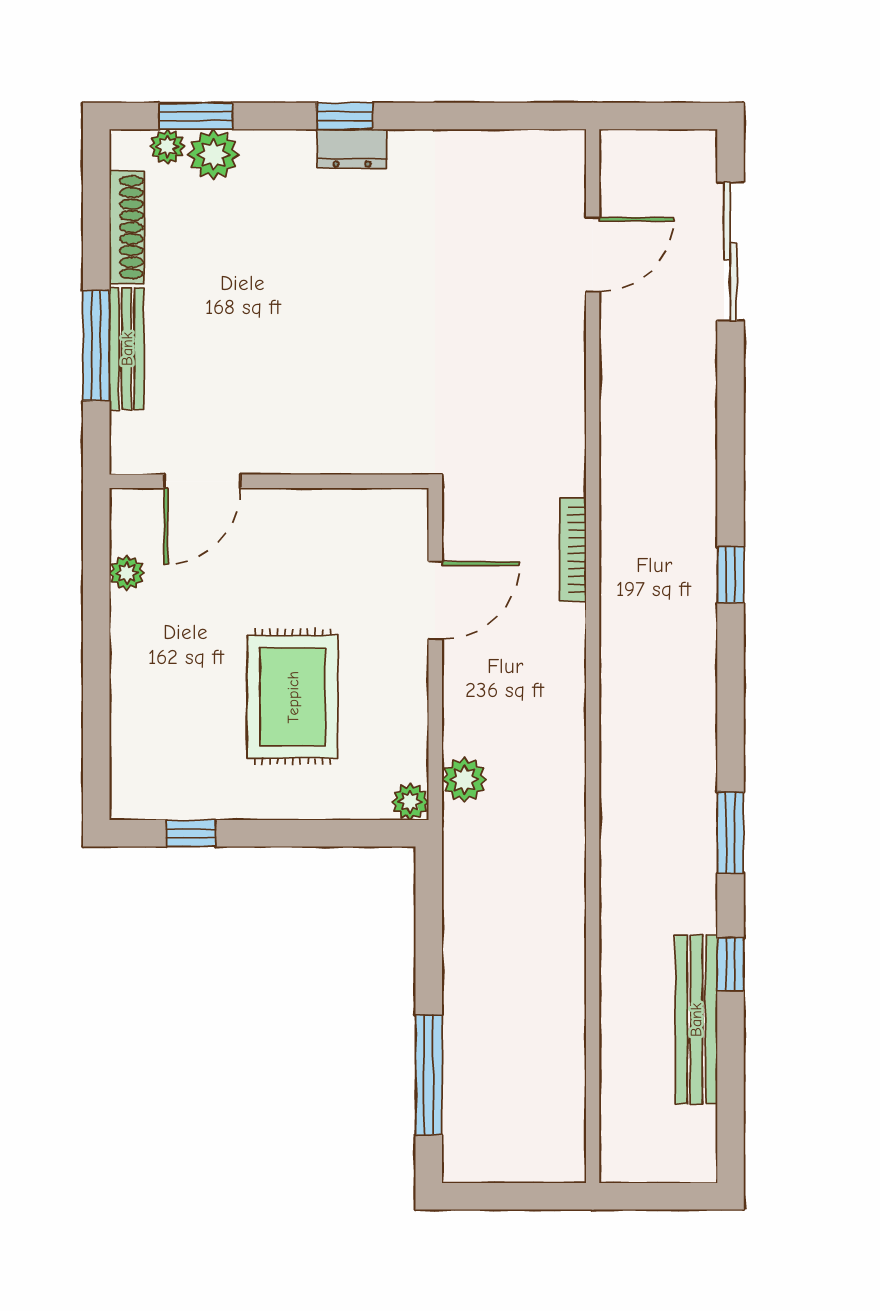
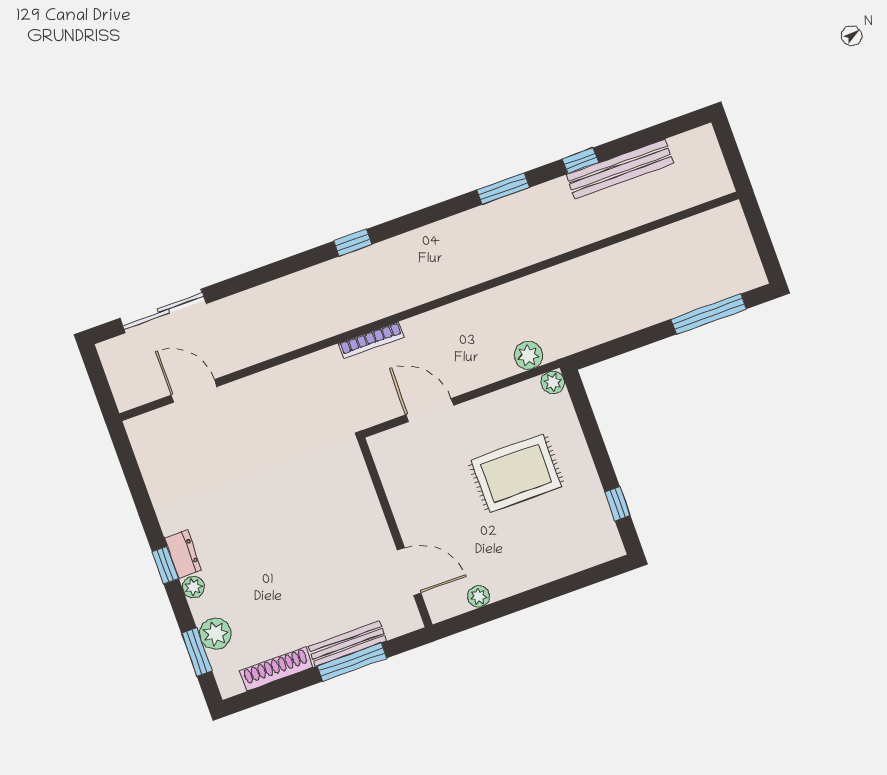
plant: (167, 147) -> (194, 587), moved

